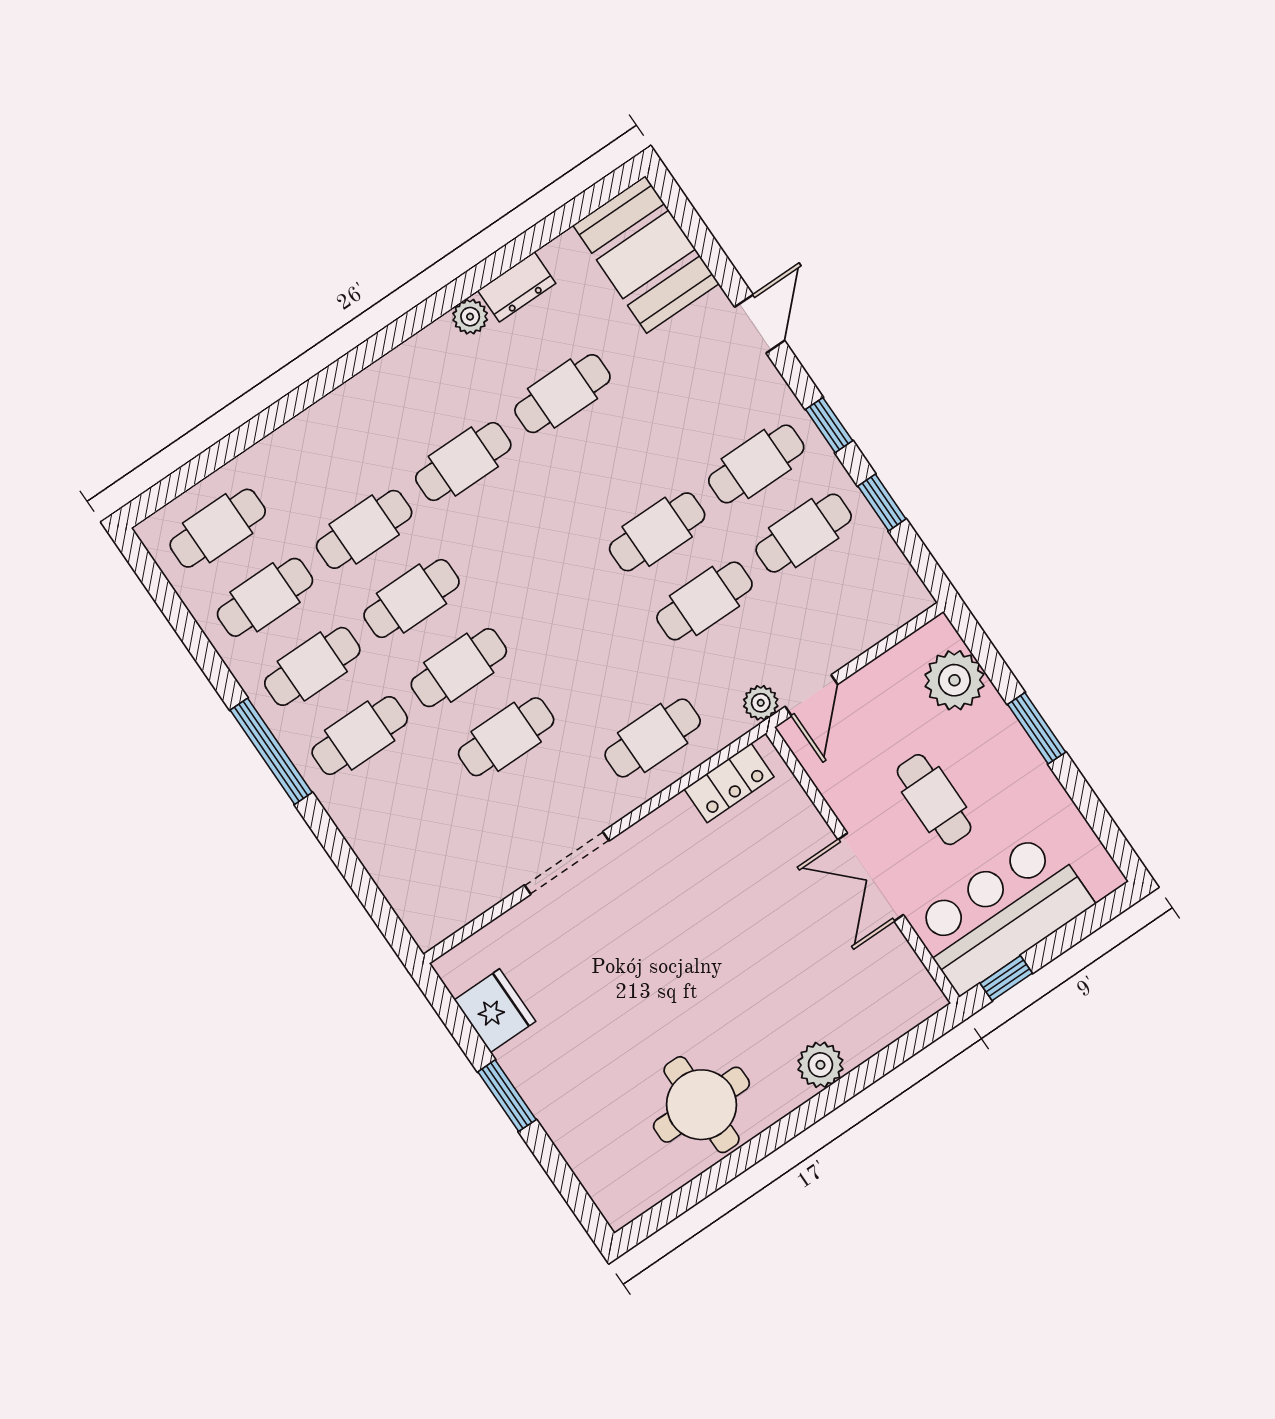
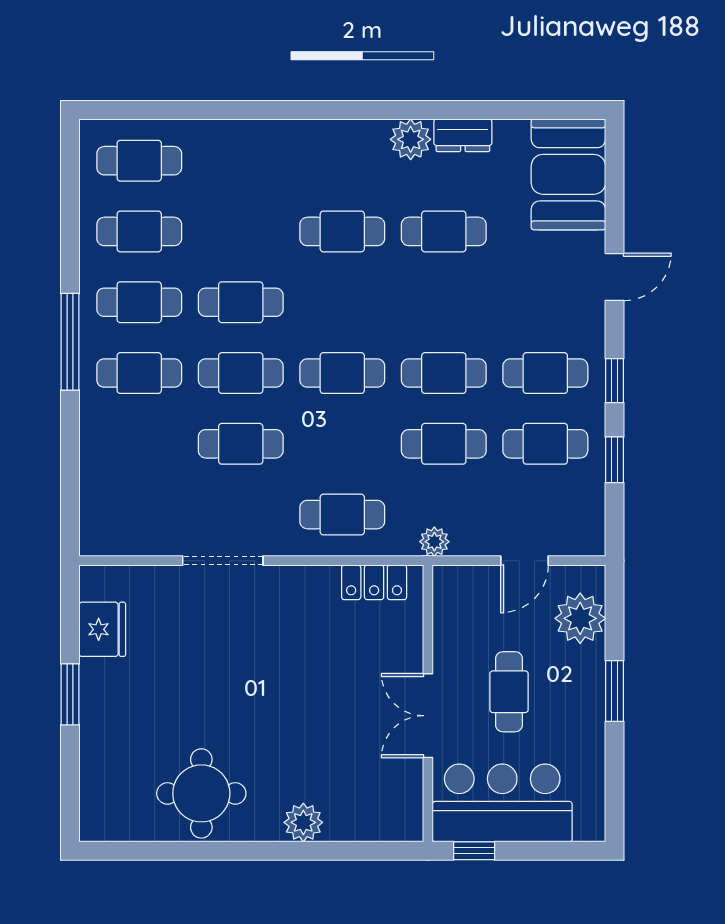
plant: (470, 317) -> (411, 139), width x1.38, depth x1.38
cafe table: (364, 529) -> (342, 373), moved
door: (811, 695) -> (524, 561), moved

